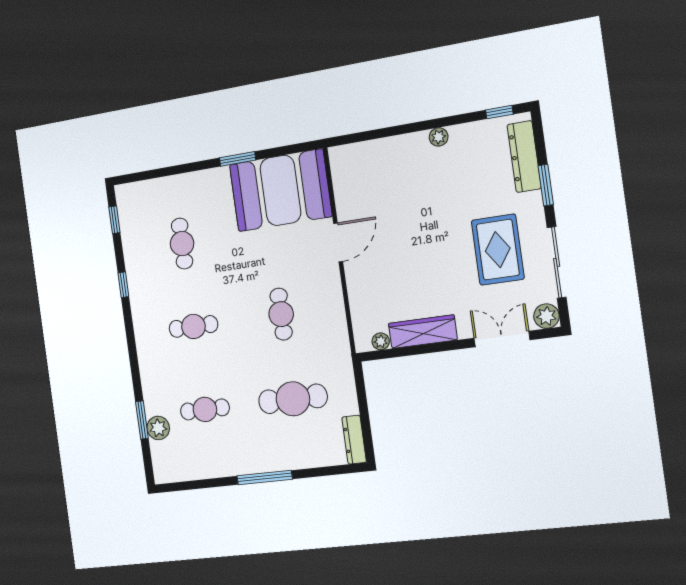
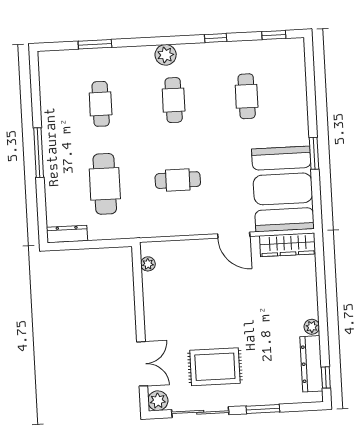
dresser: (524, 157) -> (311, 364), moved, turned -90
cafe table: (182, 244) -> (247, 96), turned 90
wardrobe: (423, 332) -> (288, 245), moved, turned 90
plant: (158, 428) -> (166, 55), moved

